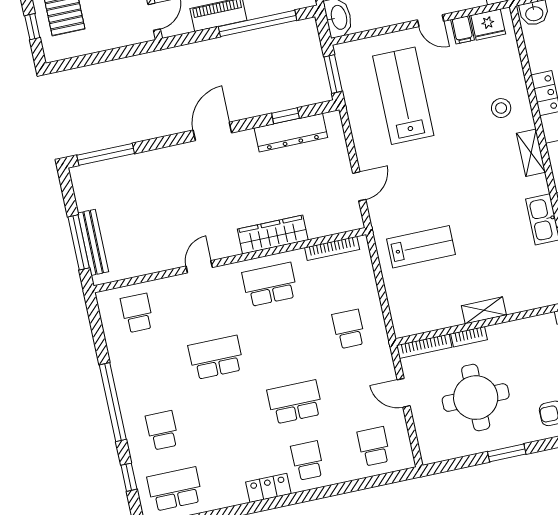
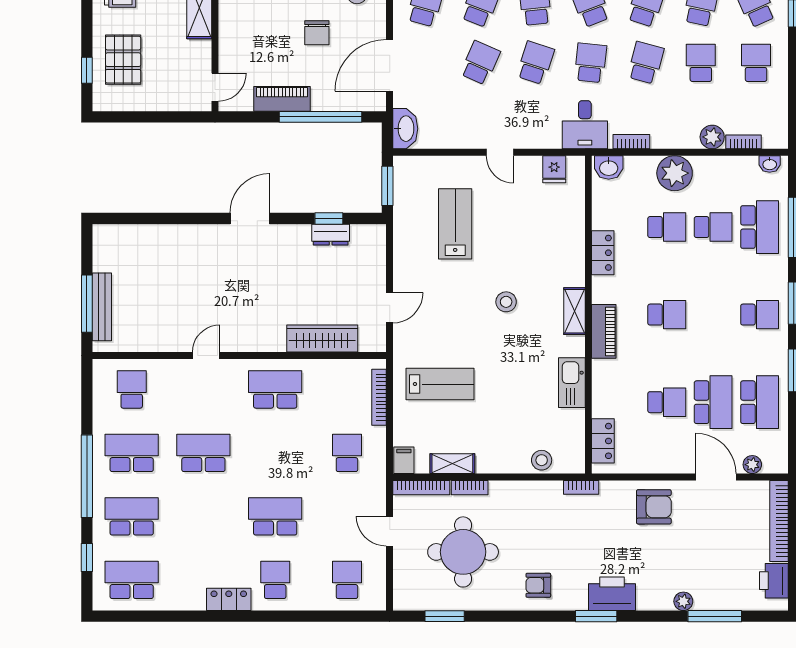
fridge: (488, 25) -> (554, 169), width x0.72
filing cabinet: (463, 30) -> (404, 460), moved, turned 180
lab bench: (403, 96) -> (455, 224), width x0.73, depth x0.72
stool: (501, 108) -> (506, 302), moved
dresser: (291, 133) -> (331, 235), width x0.51, depth x0.80
window: (106, 154) -> (134, 219), removed
wardrobe: (273, 235) -> (322, 338), moved
bookcase: (332, 248) -> (379, 397), moved, turned 90
stool: (530, 297) -> (542, 460), added
shelving: (484, 310) -> (452, 464), moved
school desk: (150, 372) -> (132, 453), added
school desk: (162, 430) -> (132, 516), width x1.85
window: (507, 453) -> (445, 616), moved

